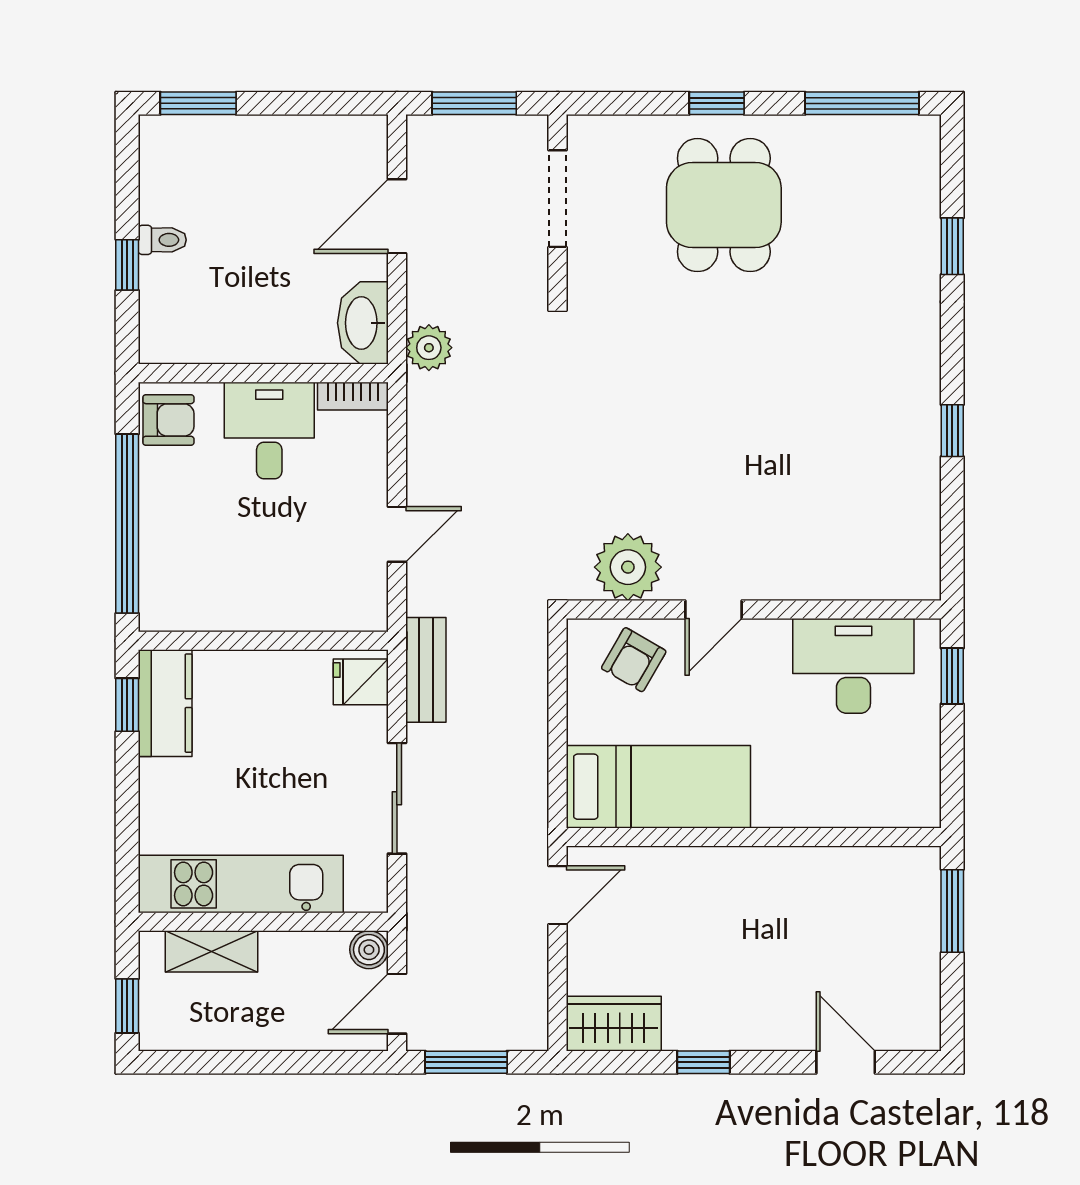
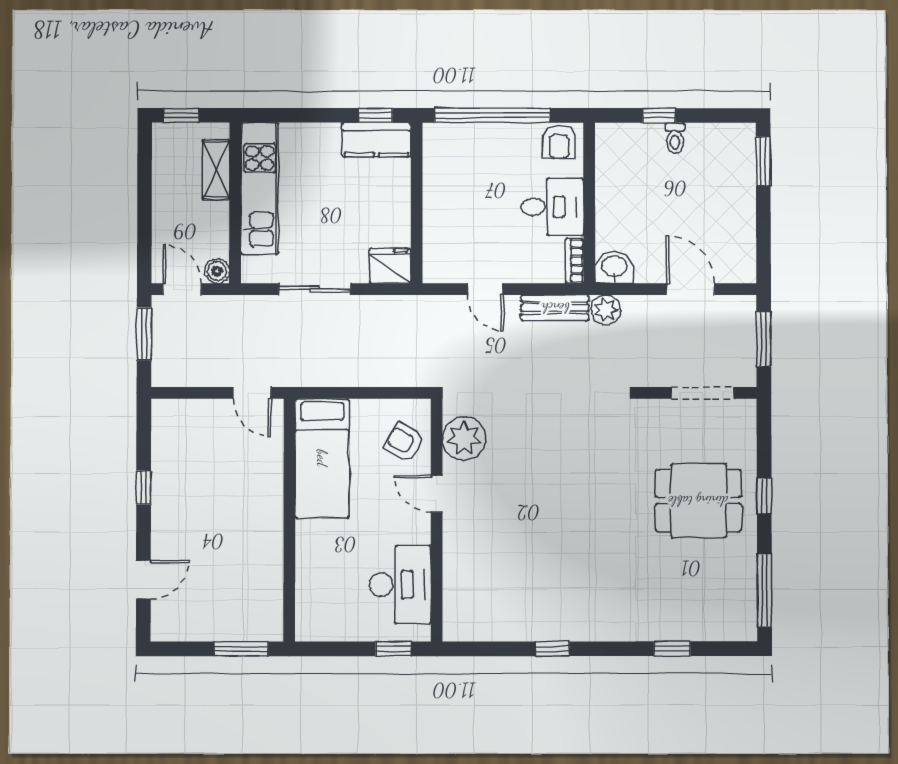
washbasin: (363, 323) -> (614, 267), width x0.72
bench: (426, 670) -> (555, 308), moved
fridge: (361, 682) -> (390, 266), width x1.38
wardrobe: (614, 1024) -> (169, 429), removed

